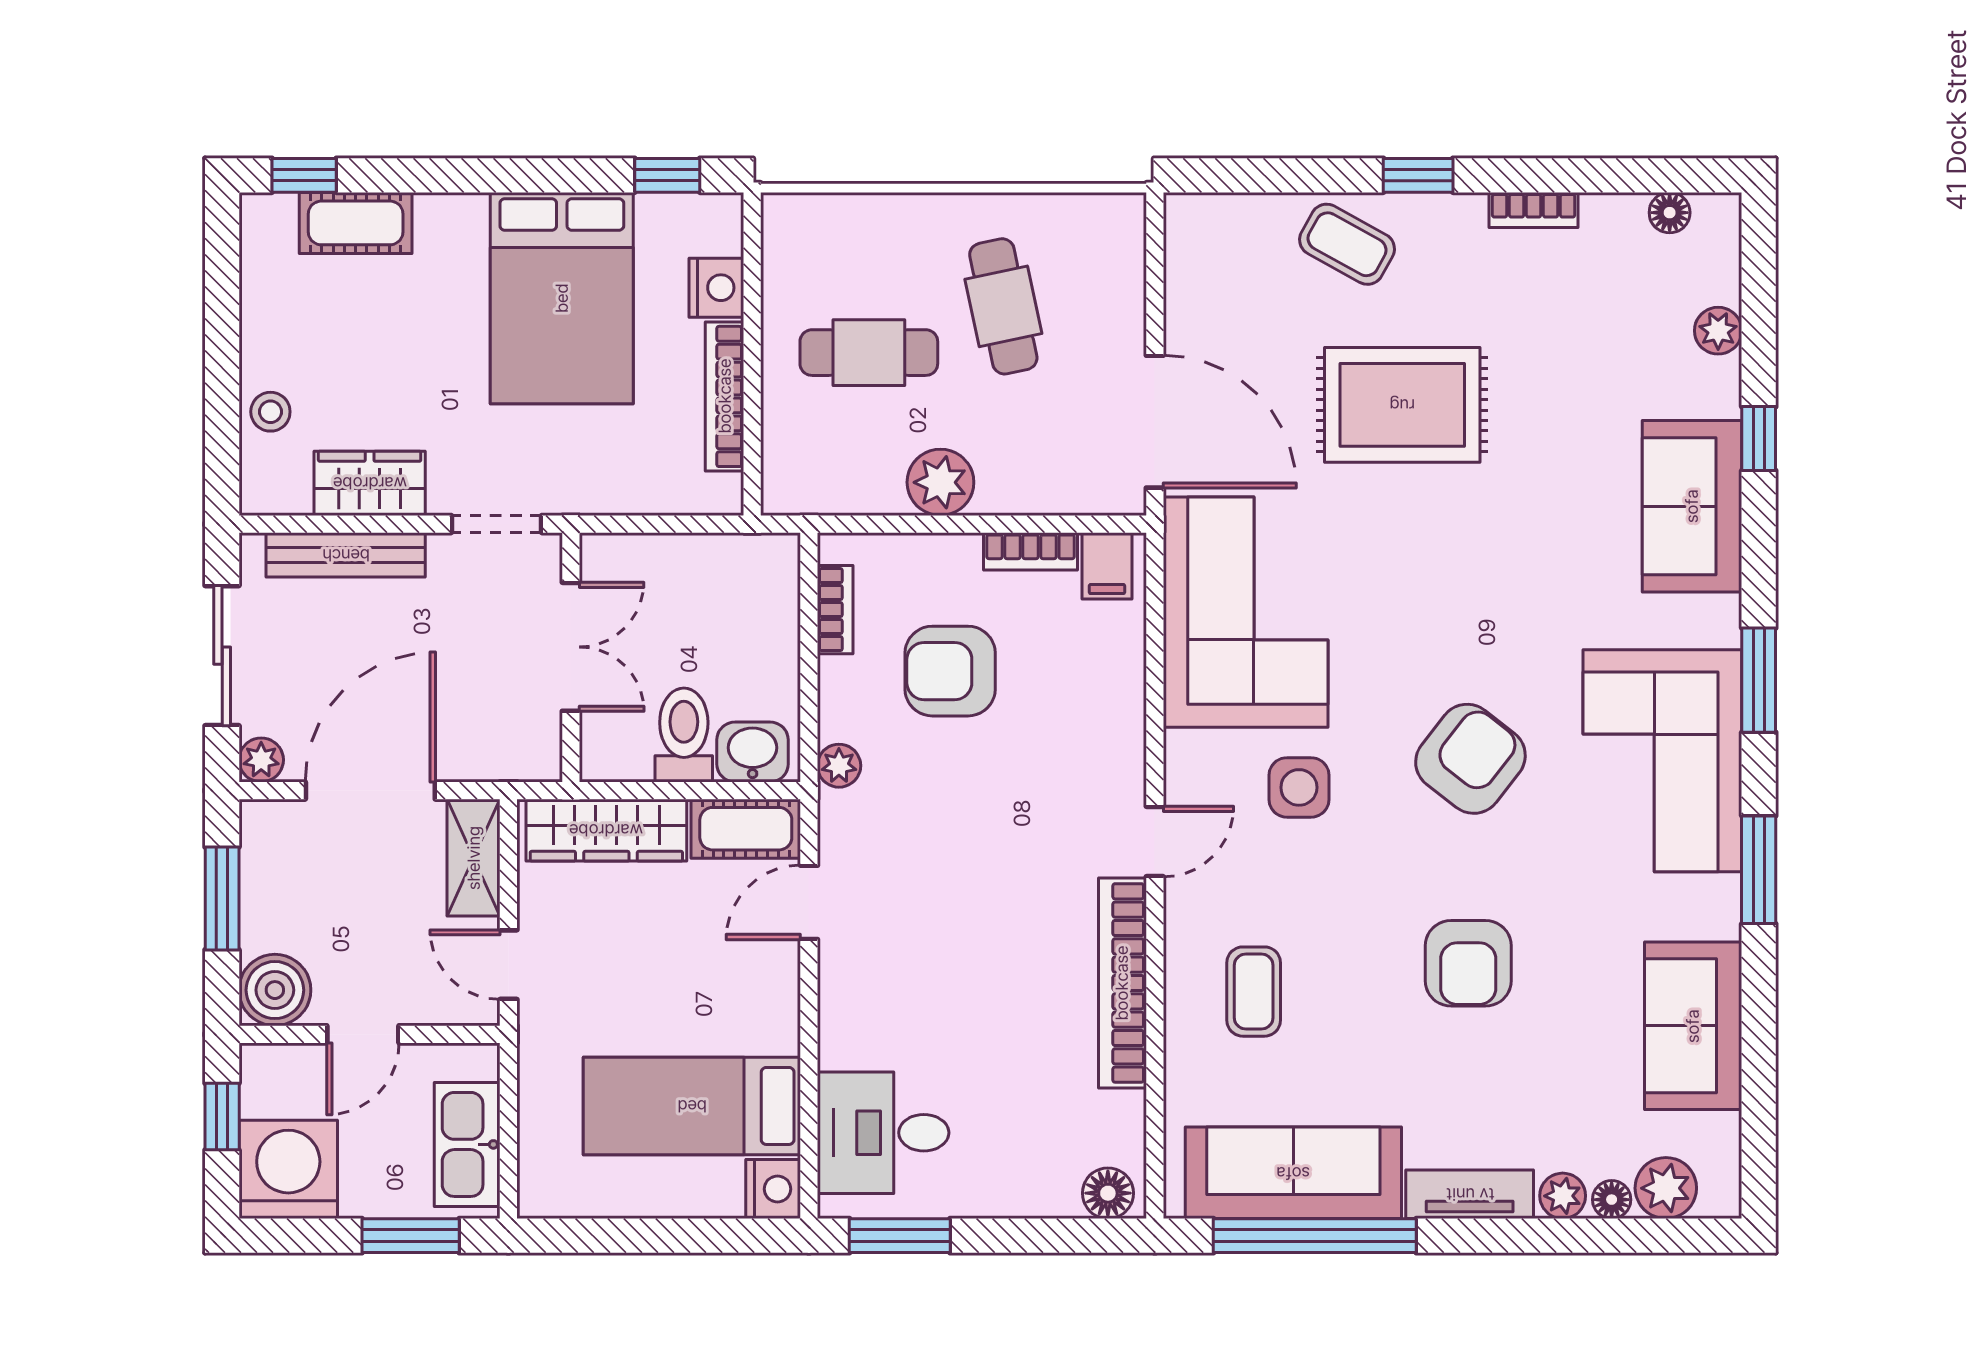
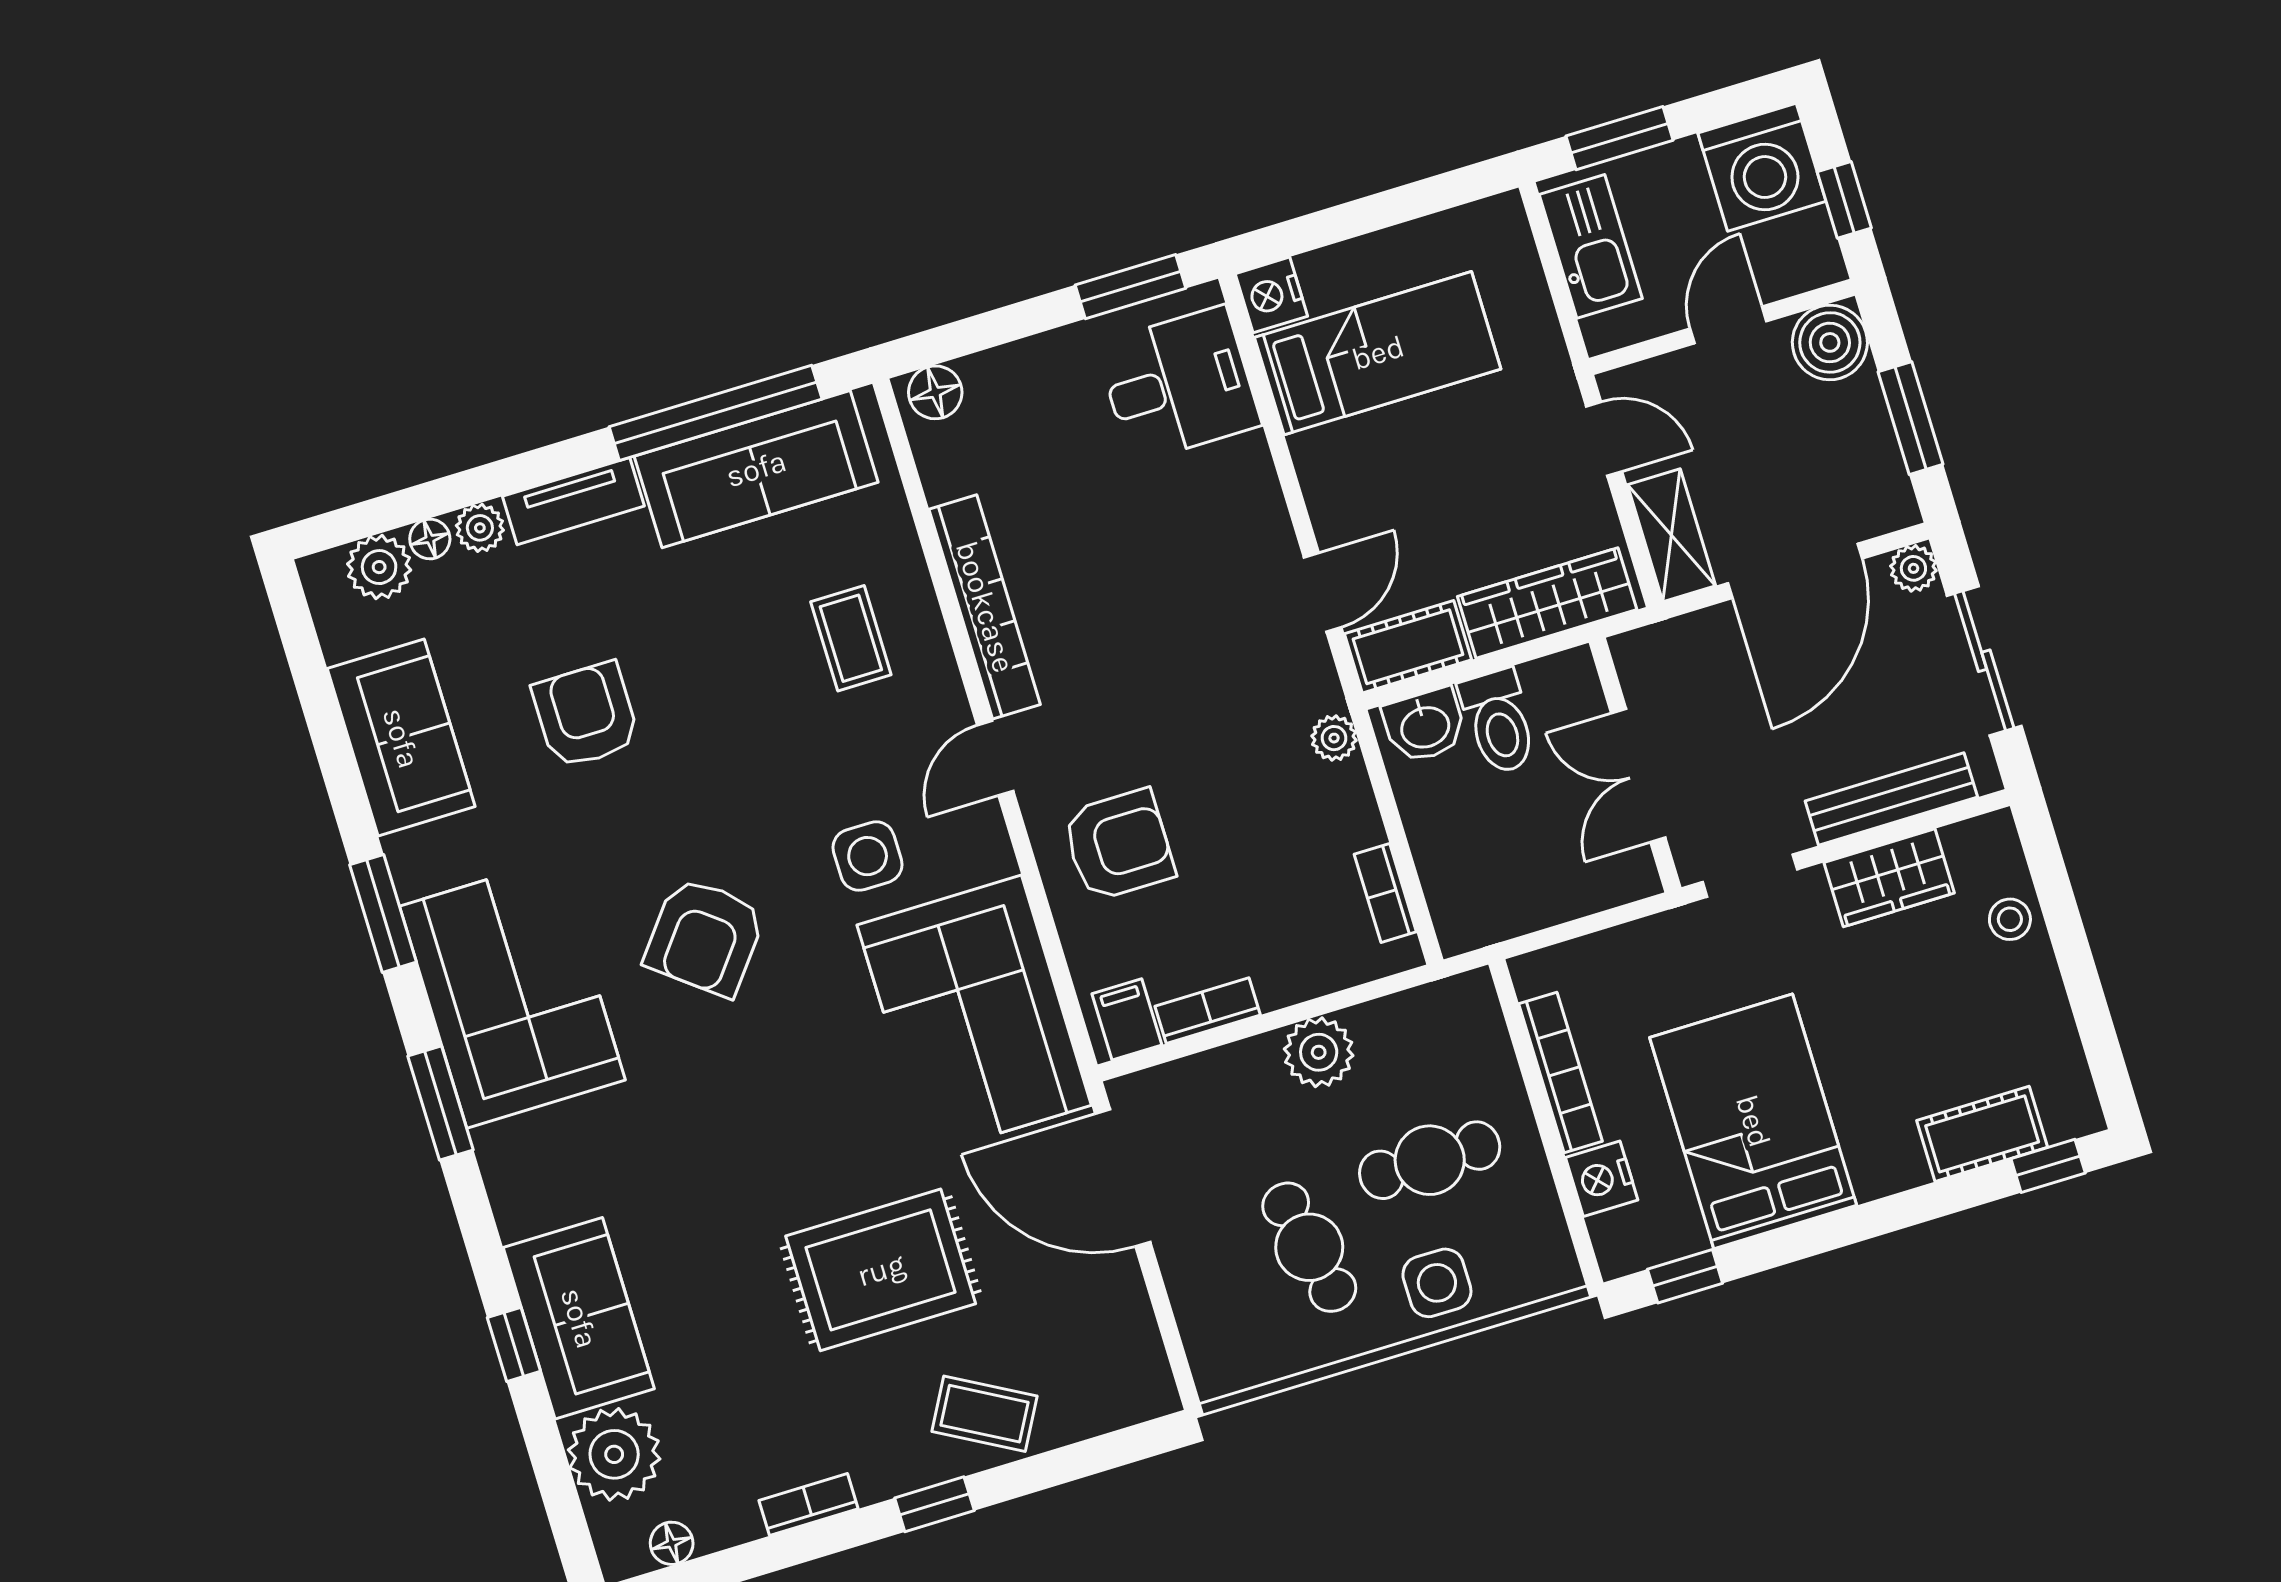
side table: (896, 238) -> (1437, 1283), added
plant: (1718, 331) -> (614, 1454), width x1.88, depth x1.88
sofa: (1692, 506) -> (579, 1318), moved
armchair: (950, 671) -> (1119, 845), moved
armchair: (1468, 963) -> (586, 715), moved

